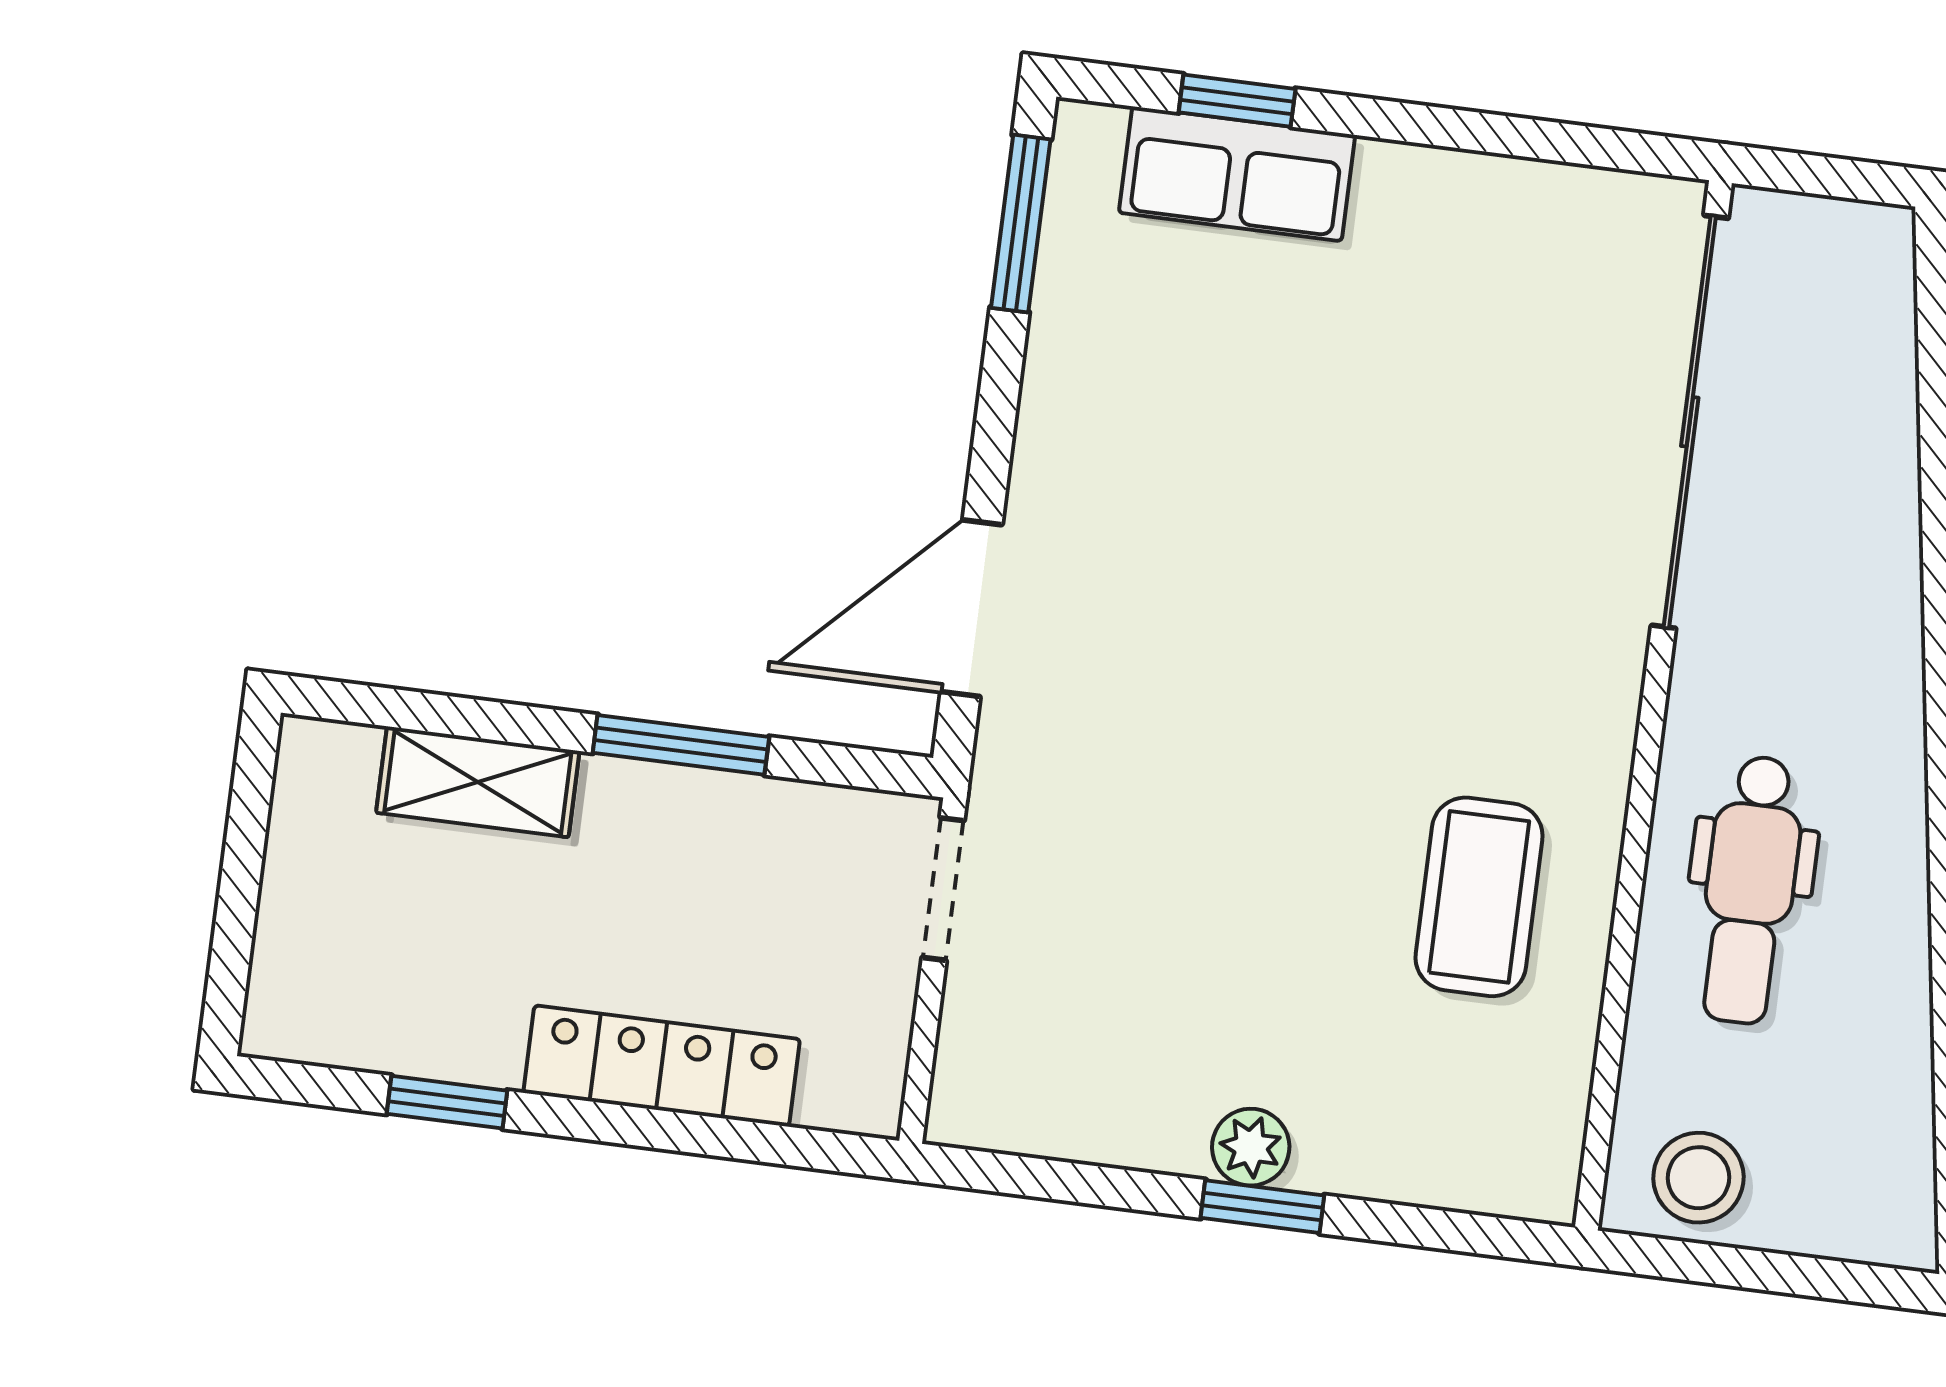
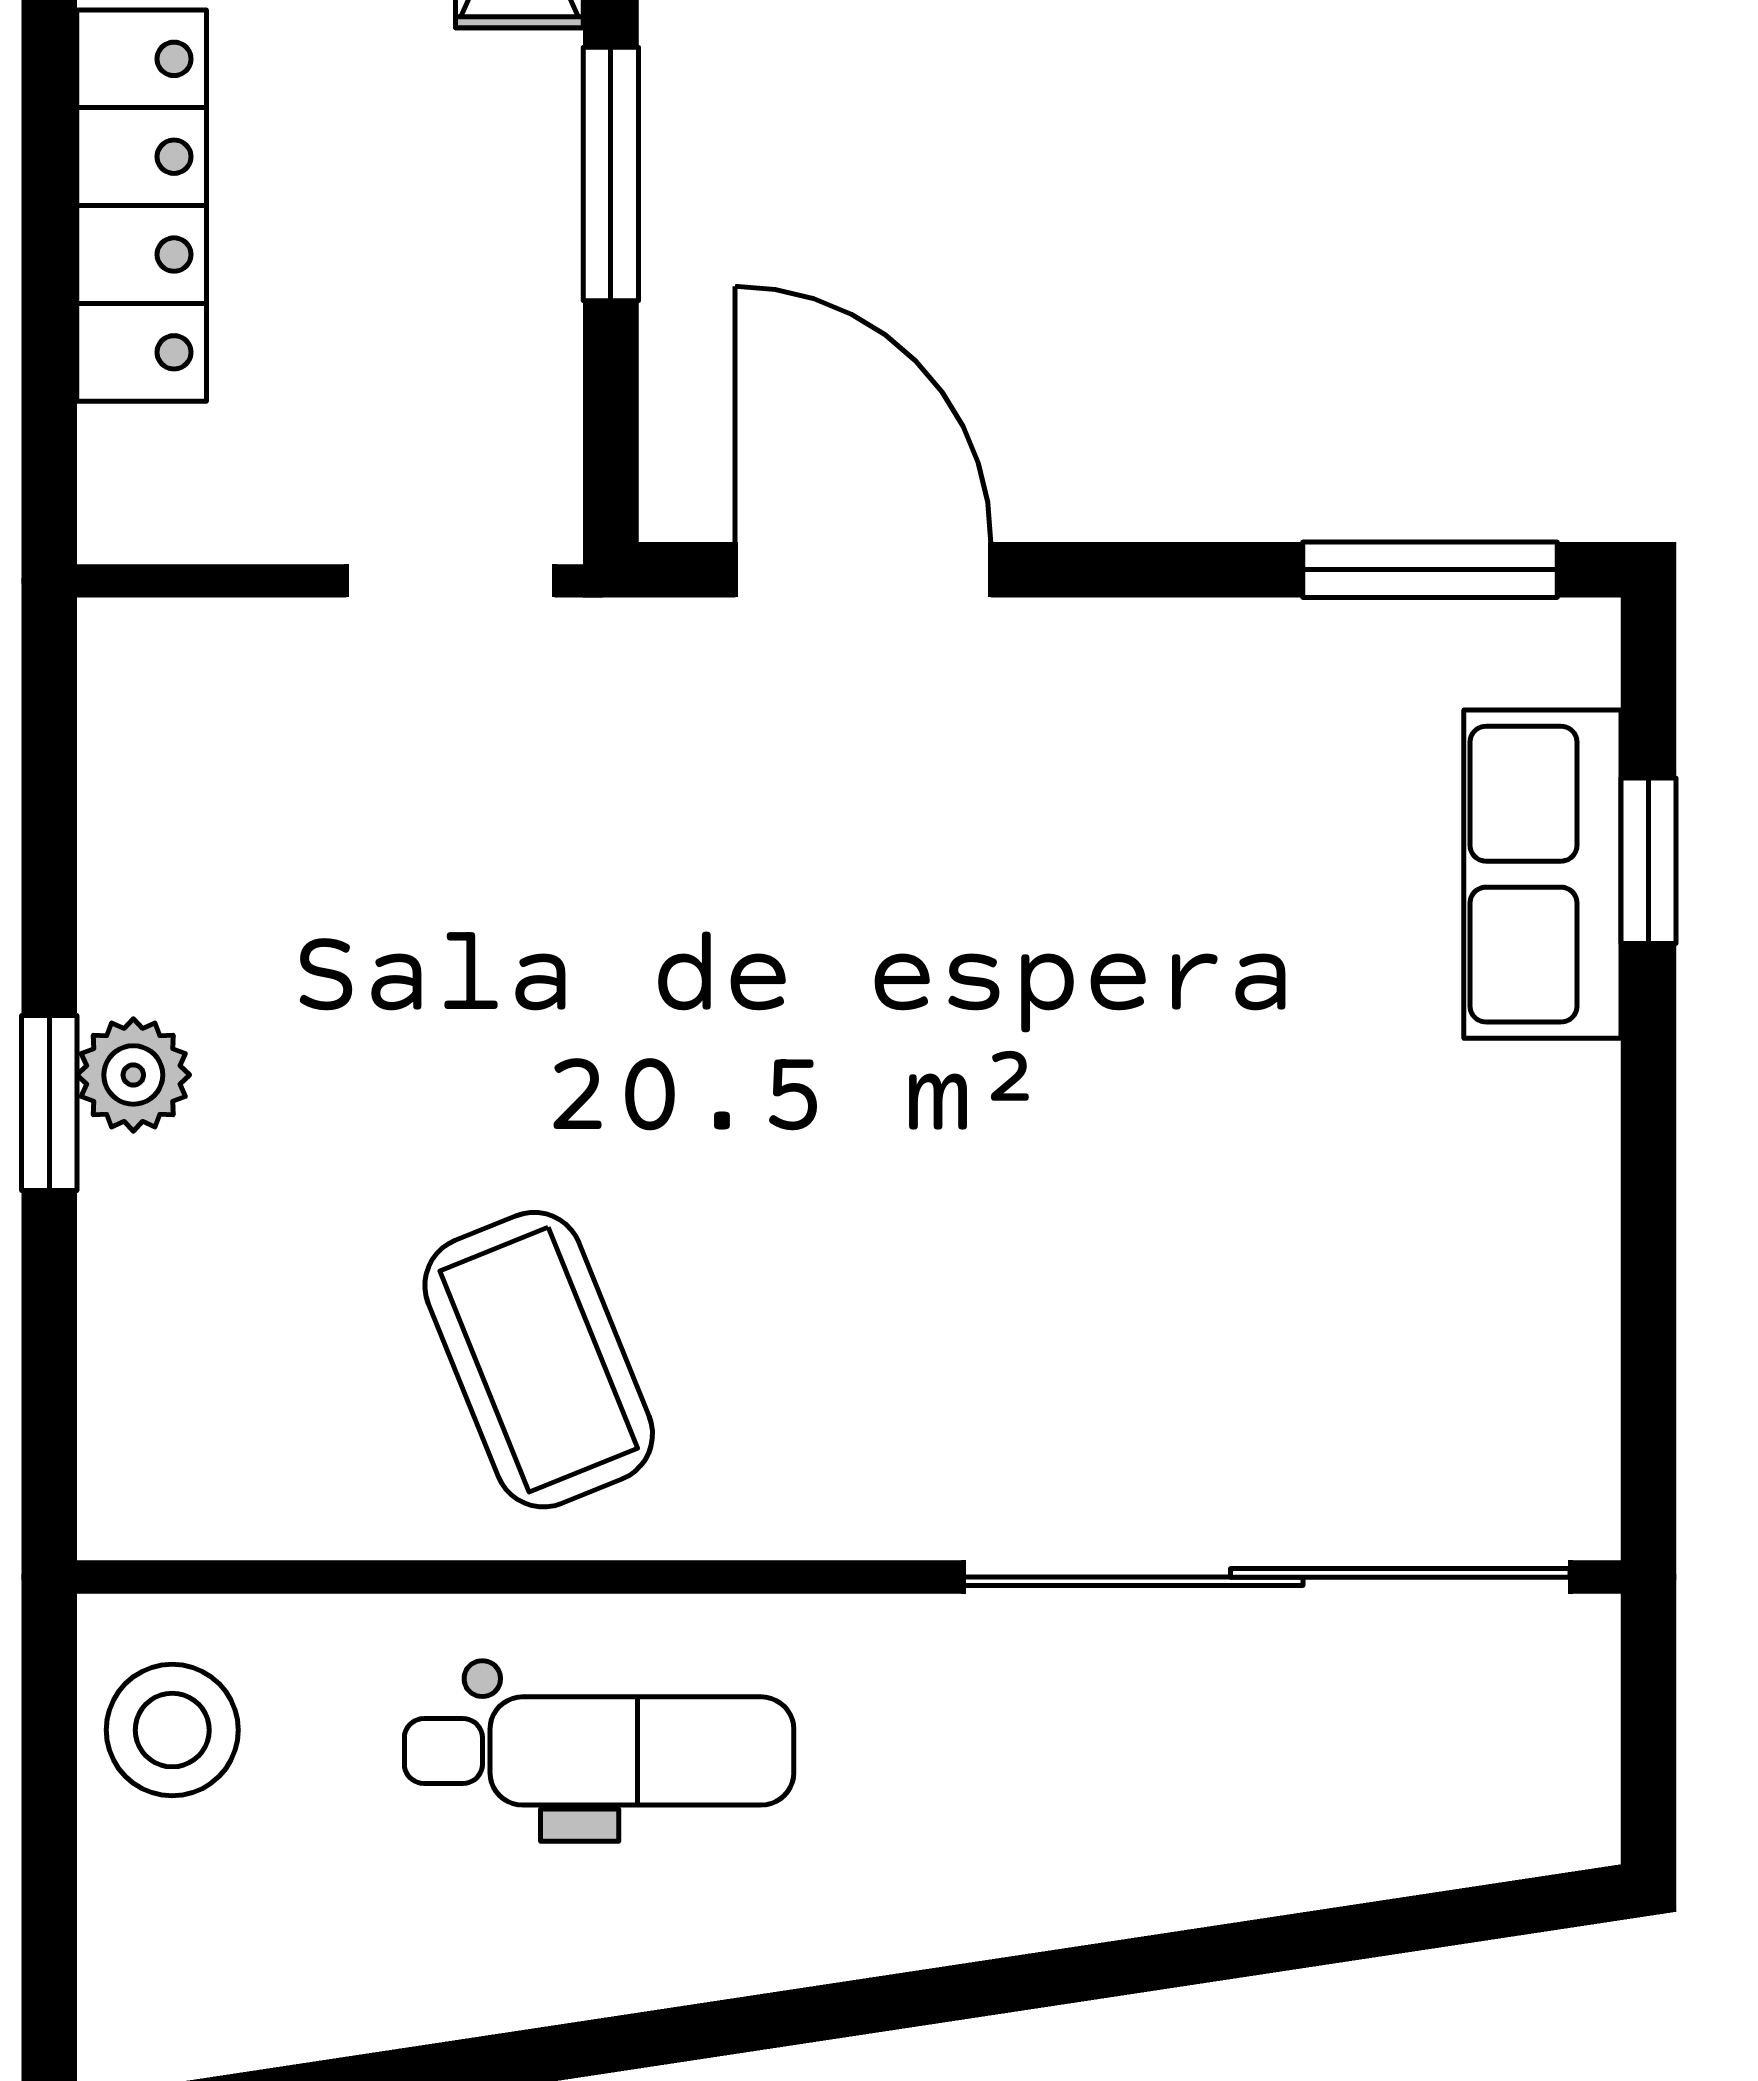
dental chair: (1750, 890) -> (599, 1751), turned 180
coffee table: (1479, 897) -> (539, 1360), turned 68

